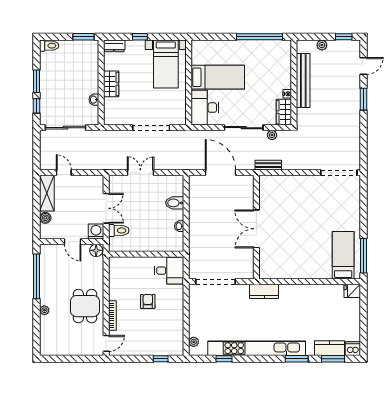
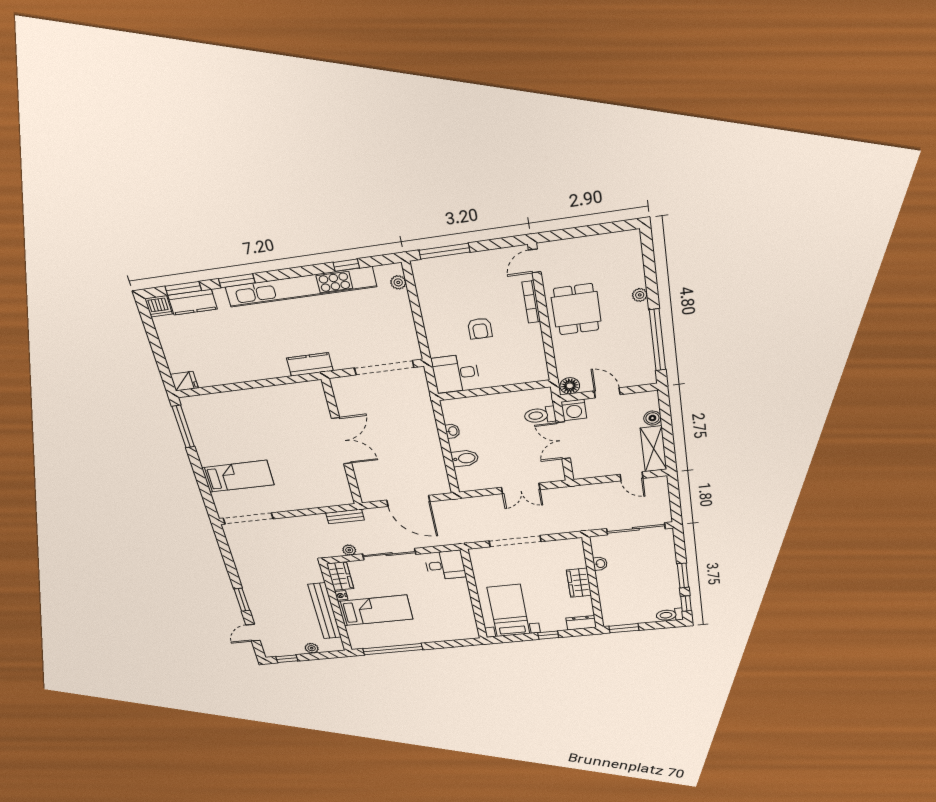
bed: (218, 77) -> (375, 610), moved, turned 180
window: (37, 106) -> (686, 604), moved
desk: (205, 108) -> (445, 565), width x0.73
bed: (343, 255) -> (238, 476), moved, turned -90
window: (161, 359) -> (444, 251), width x2.17

